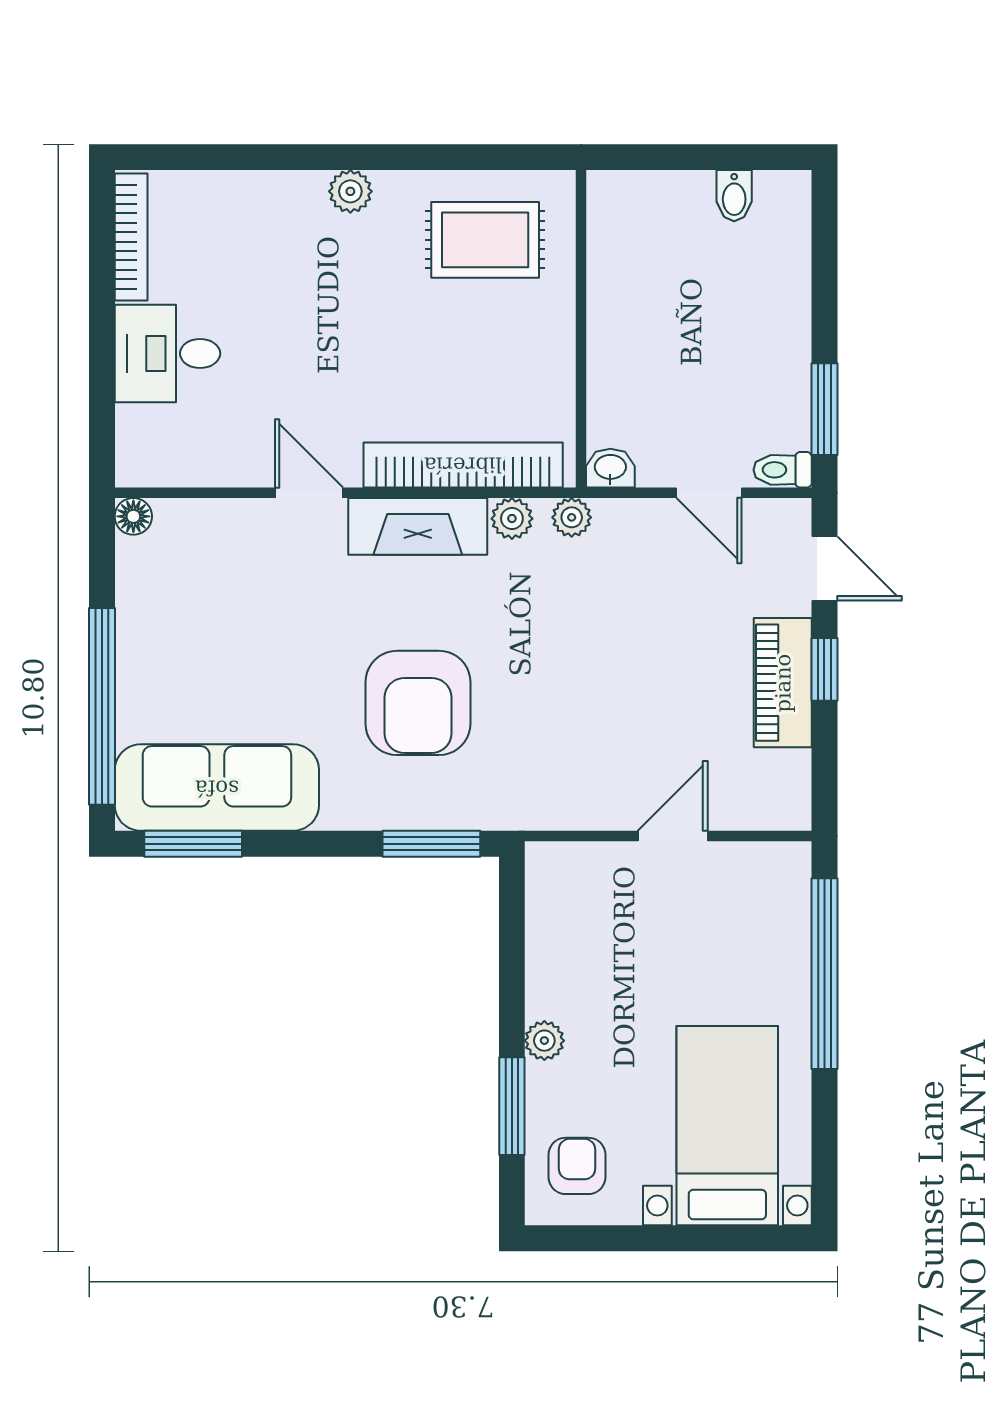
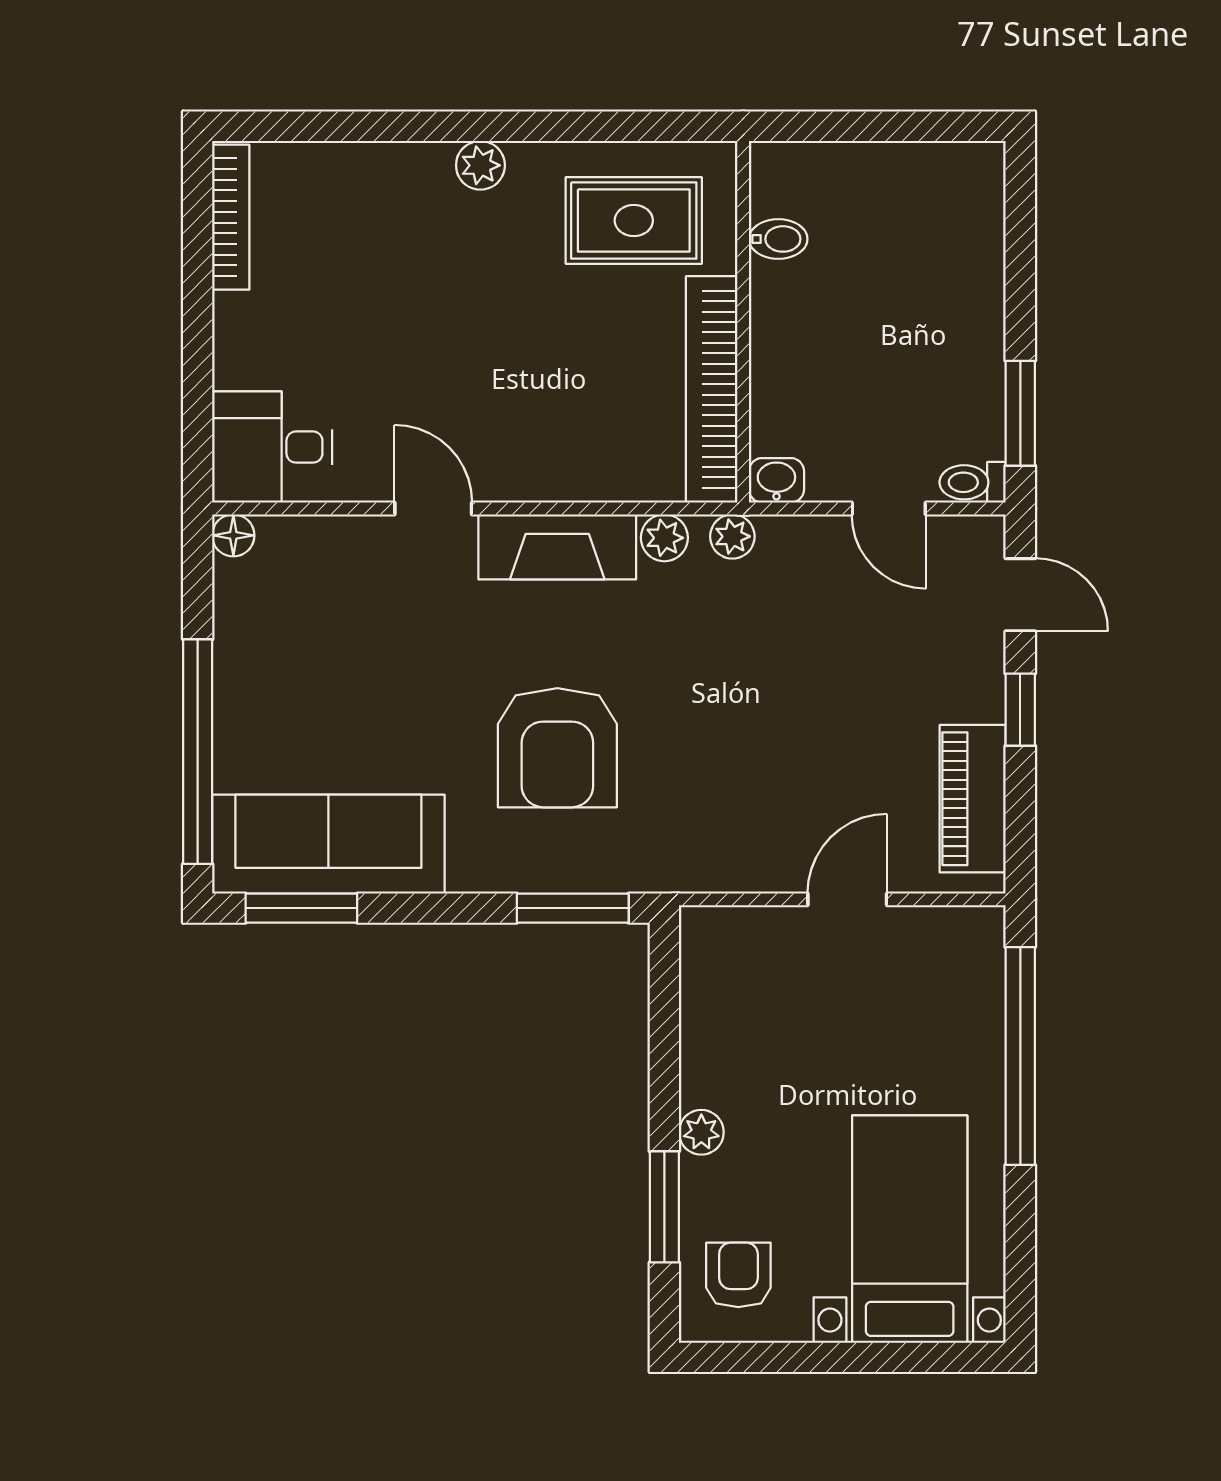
bidet: (734, 196) -> (778, 239), moved, turned -90
desk: (167, 353) -> (272, 447), moved
bookcase: (463, 465) -> (712, 389), moved, turned -90
piano: (783, 683) -> (973, 799), moved

